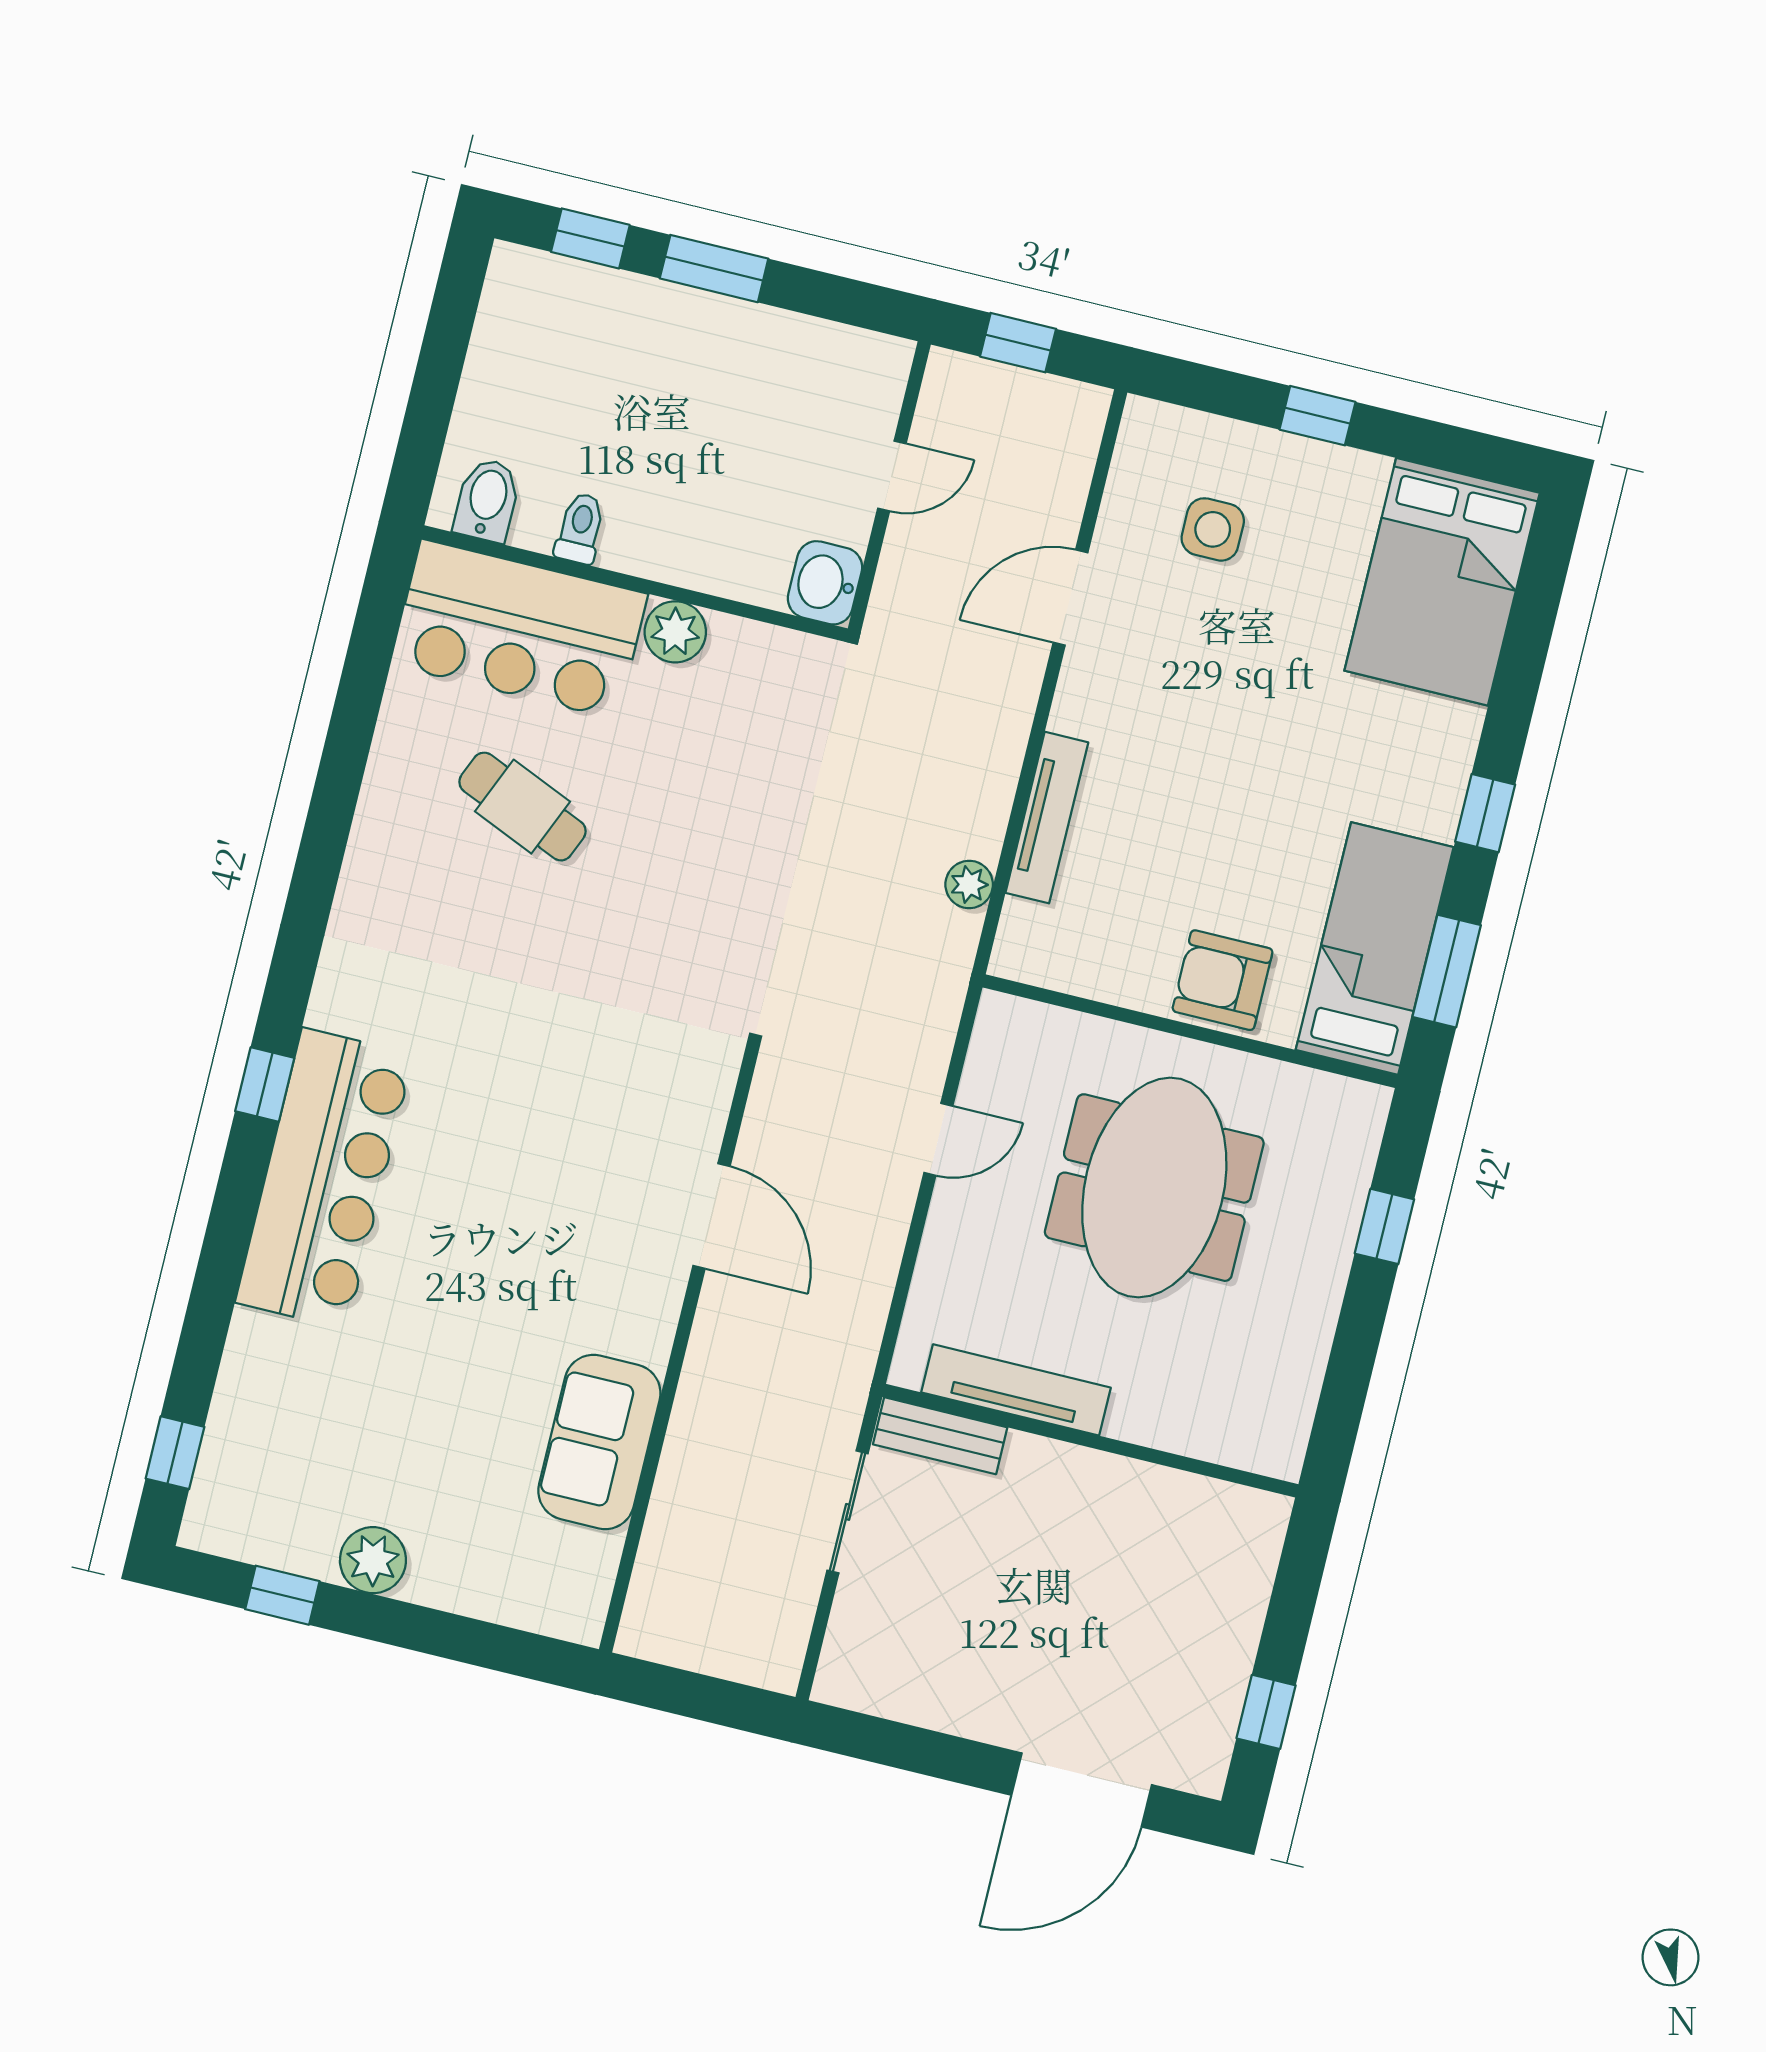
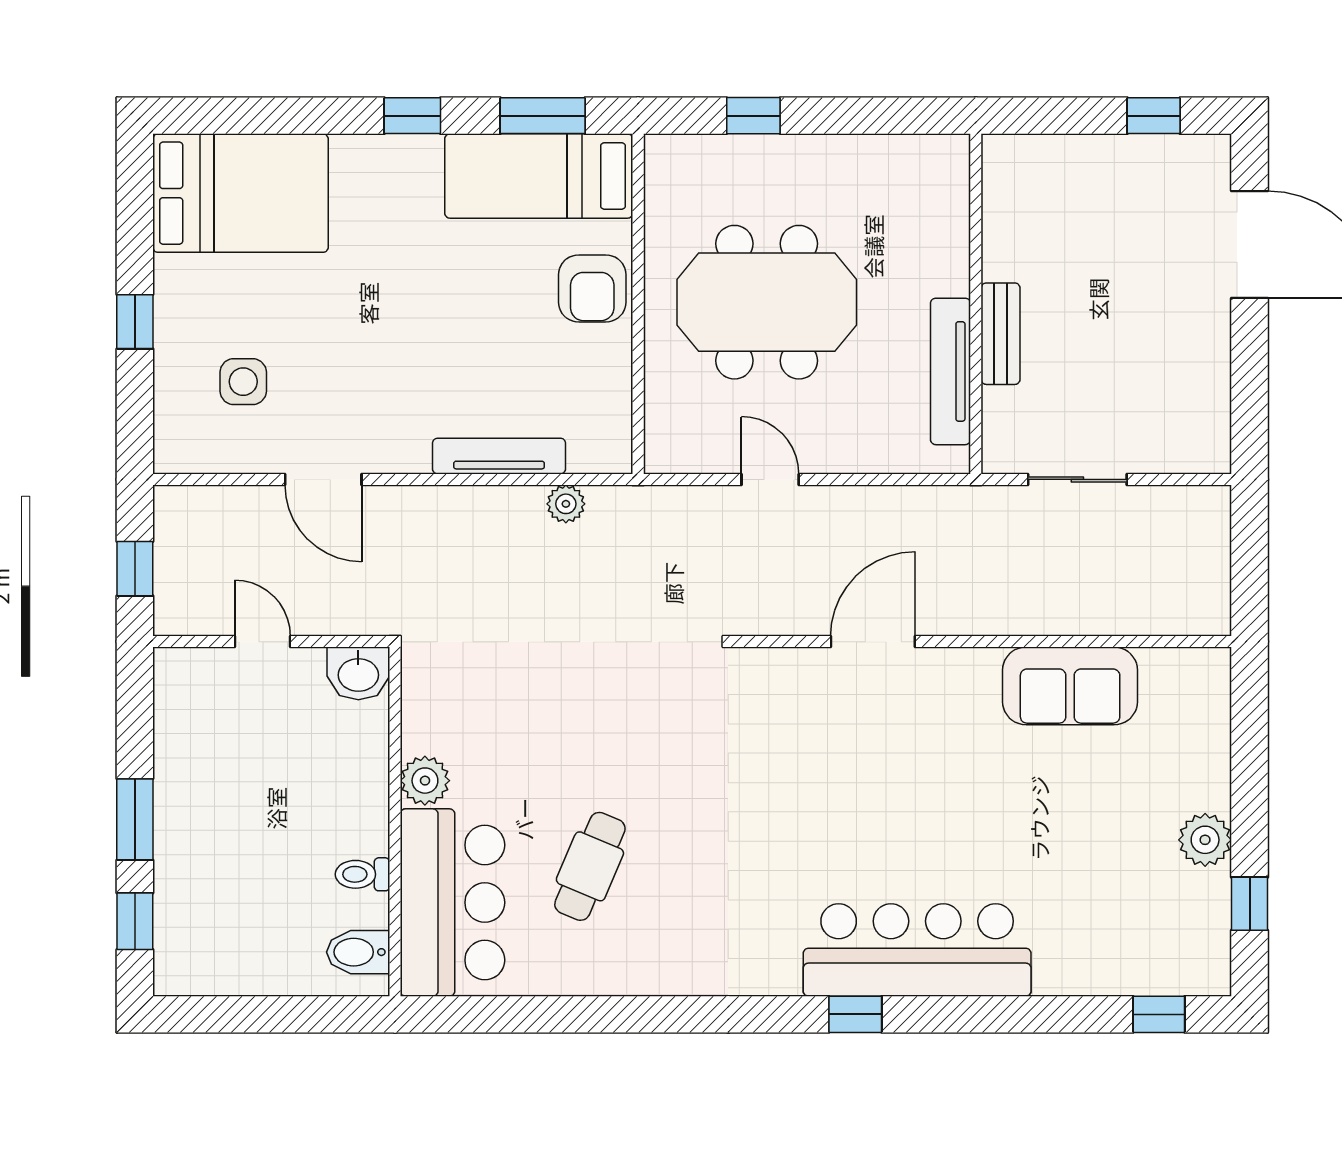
bench: (940, 1436) -> (1001, 334), moved

